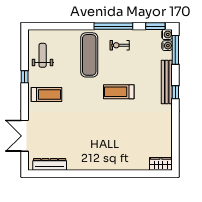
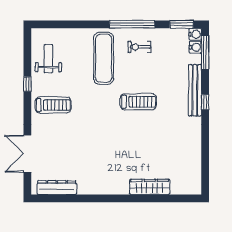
treadmill: (119, 92) -> (138, 102), turned 180
wardrobe: (161, 164) -> (150, 187), moved, width x1.50

